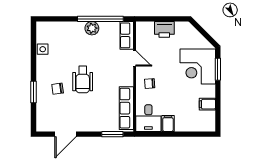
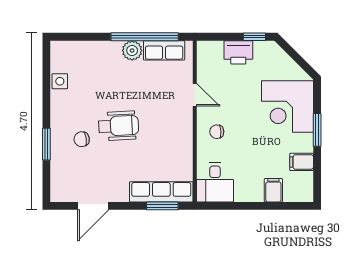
window: (175, 19) -> (254, 37), added
row of seats: (127, 35) -> (164, 50), moved, turned -90
window: (218, 69) -> (317, 130), moved
wheelchair: (83, 79) -> (118, 126), turned -93
row of seats: (126, 108) -> (161, 192), moved, turned 90
filing cabinet: (168, 123) -> (273, 190), moved

